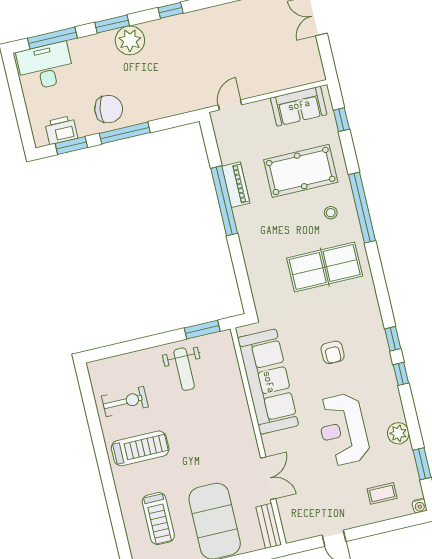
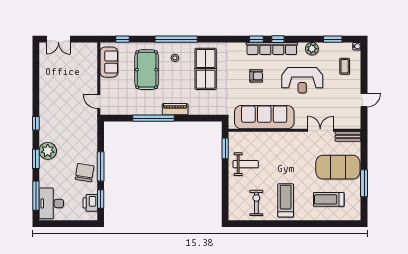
piano: (236, 185) -> (175, 109), moved
row of seats: (383, 367) -> (272, 48), added
treadmill: (158, 519) -> (329, 199), turned 180

